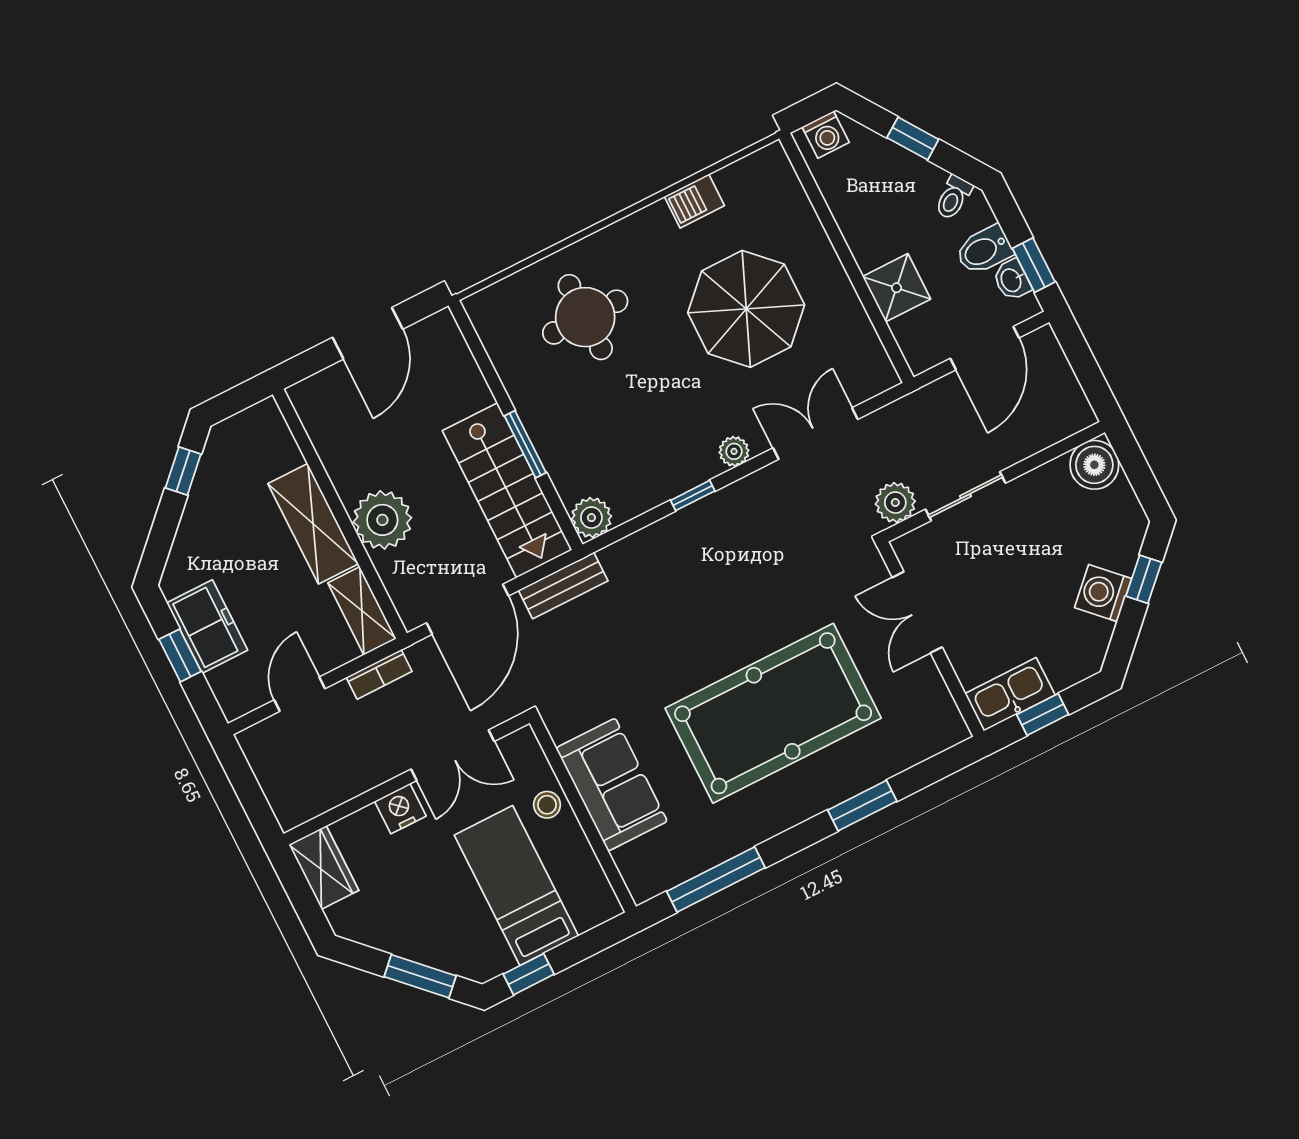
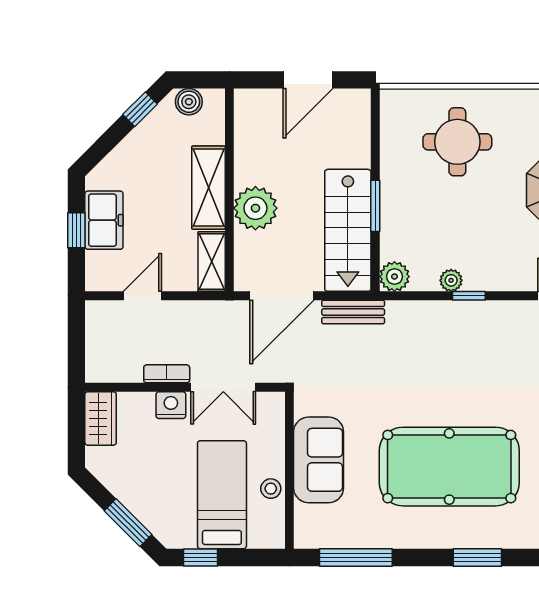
boiler: (237, 432) -> (189, 102), added
plant: (734, 451) -> (451, 280), moved
bookcase: (379, 674) -> (167, 374), moved, turned 180
stool: (547, 805) -> (271, 489), moved

